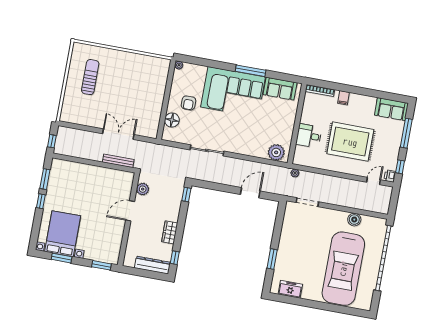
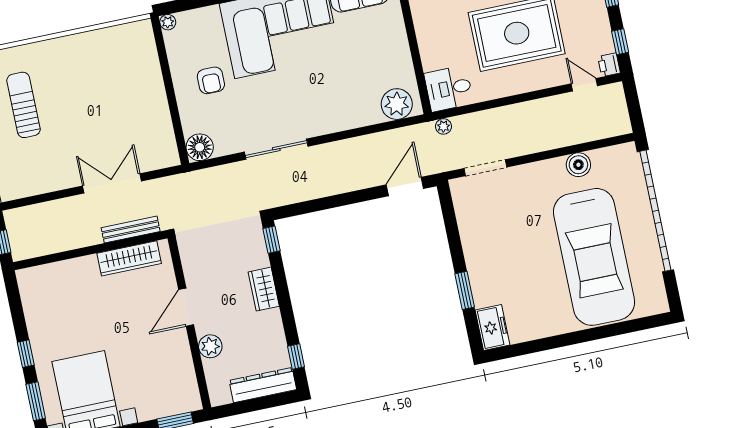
floor lamp: (172, 120) -> (200, 147), moved
desk: (309, 136) -> (449, 89), moved
wardrobe: (112, 175) -> (129, 258), added
window: (45, 179) -> (36, 401), moved
door: (373, 181) -> (584, 85), hinge flipped
plant: (143, 189) -> (210, 346), moved
door: (250, 193) -> (405, 187), moved
wardrobe: (170, 232) -> (264, 289), moved
freezer: (290, 289) -> (492, 328), moved, turned 90

